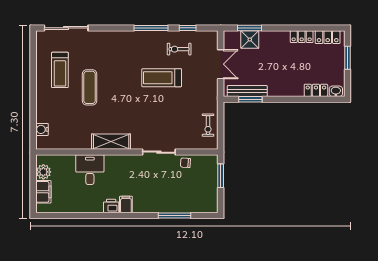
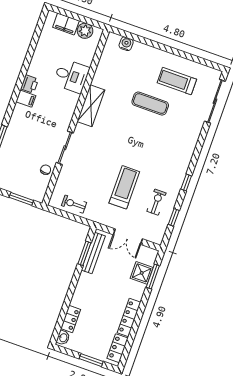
window: (151, 28) -> (186, 182), width x0.46
locker: (302, 37) -> (129, 317), width x1.53
treadmill: (162, 78) -> (124, 187), moved

